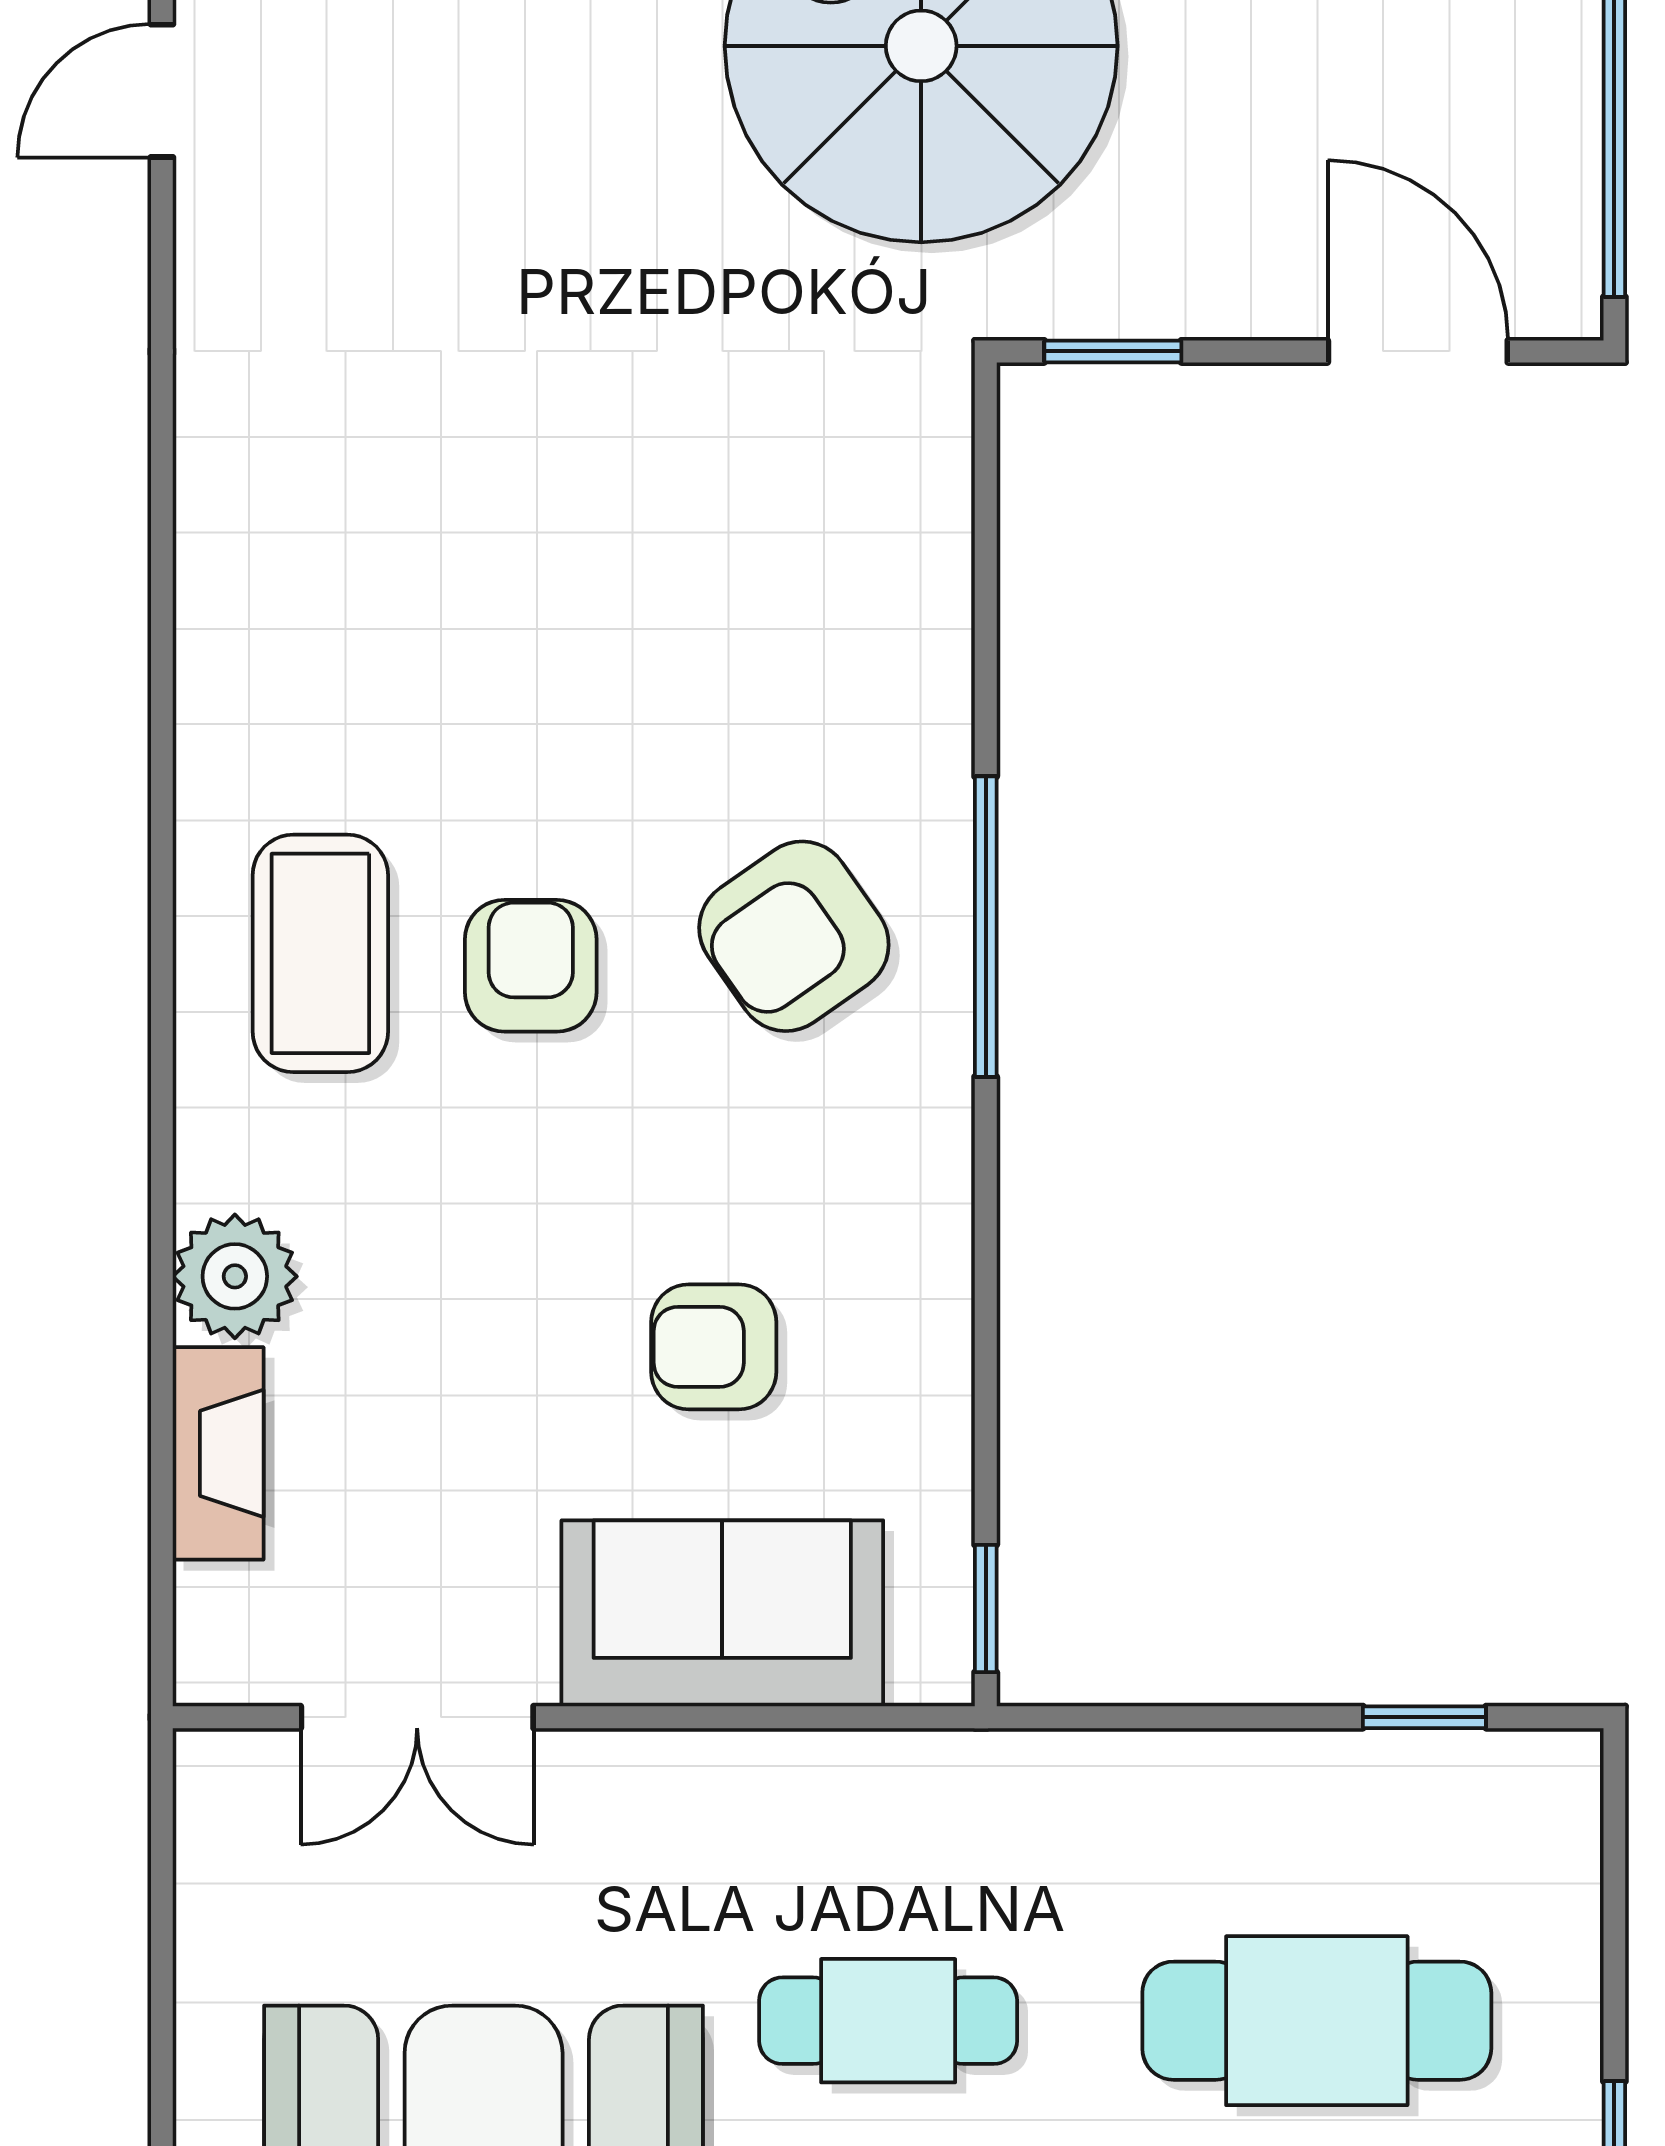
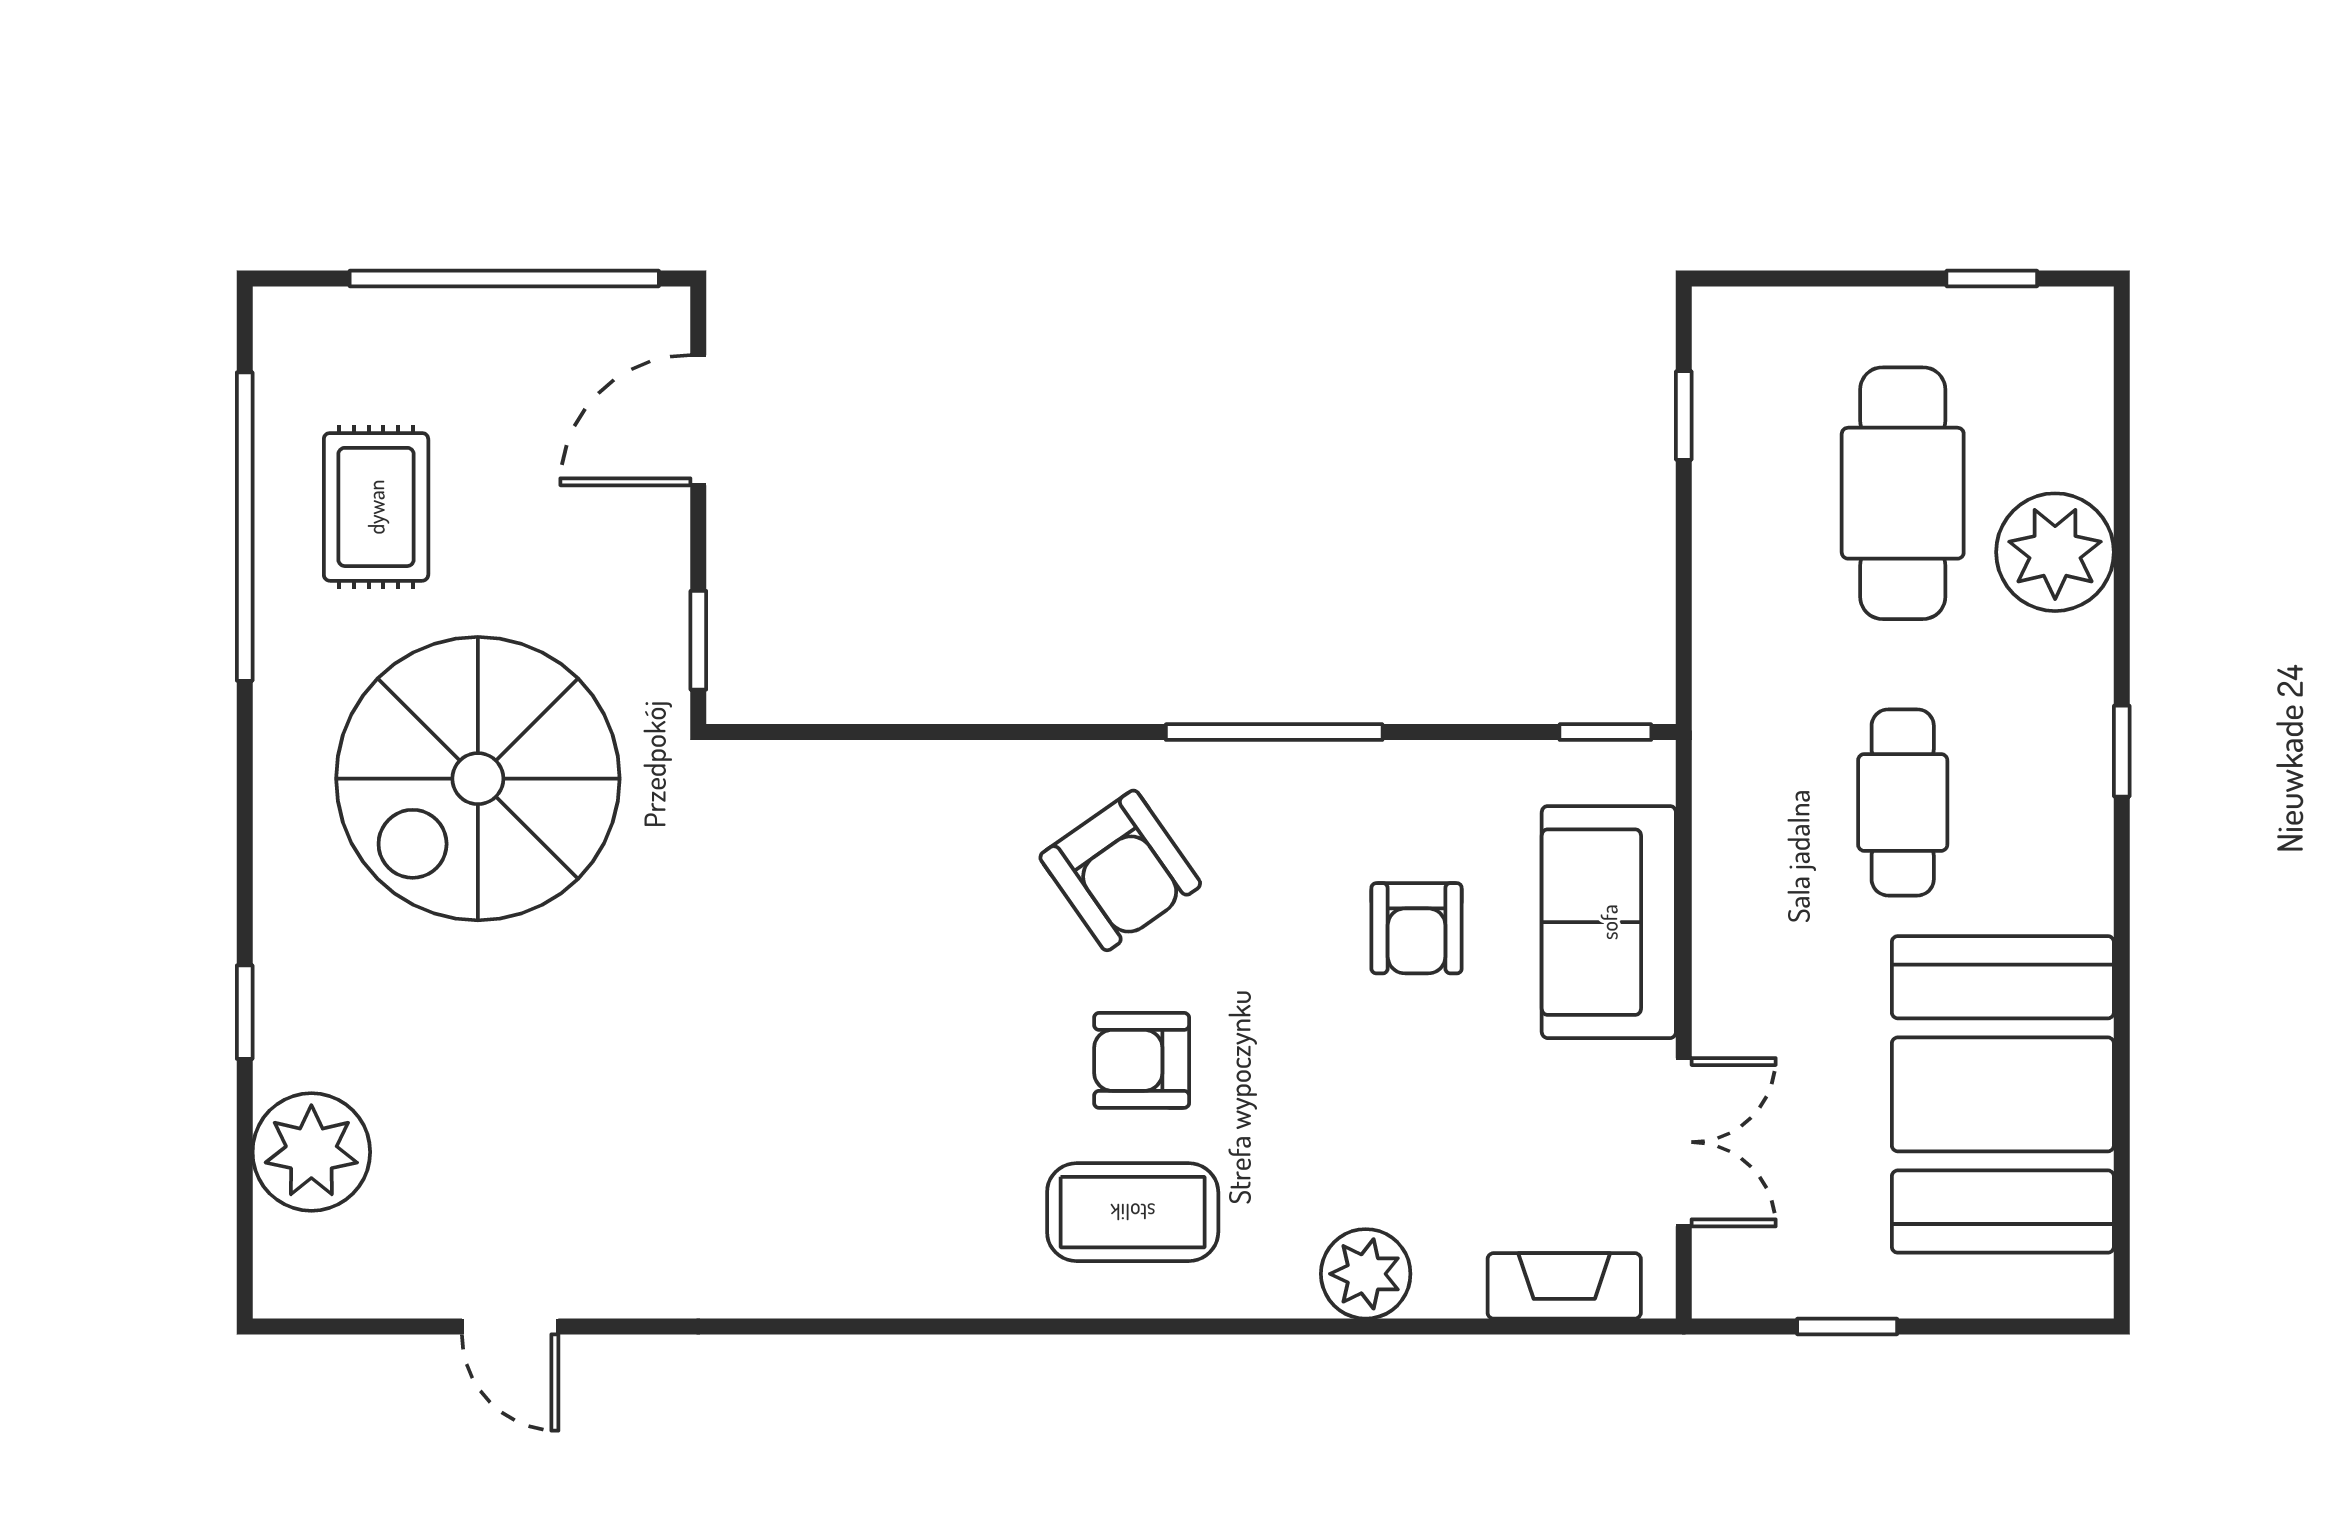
window: (986, 927) -> (1274, 732), moved
fireplace: (218, 1453) -> (1564, 1286), moved
window: (162, 1944) -> (1847, 1326), added

